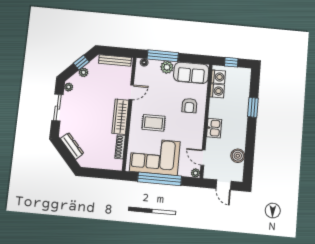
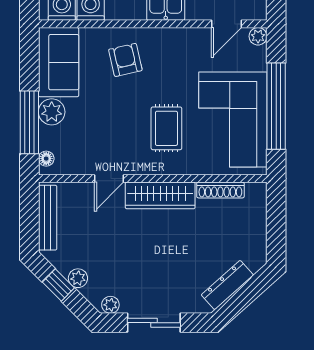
door: (131, 92) -> (109, 178), swing flipped
armchair: (189, 106) -> (125, 60), turned -103

